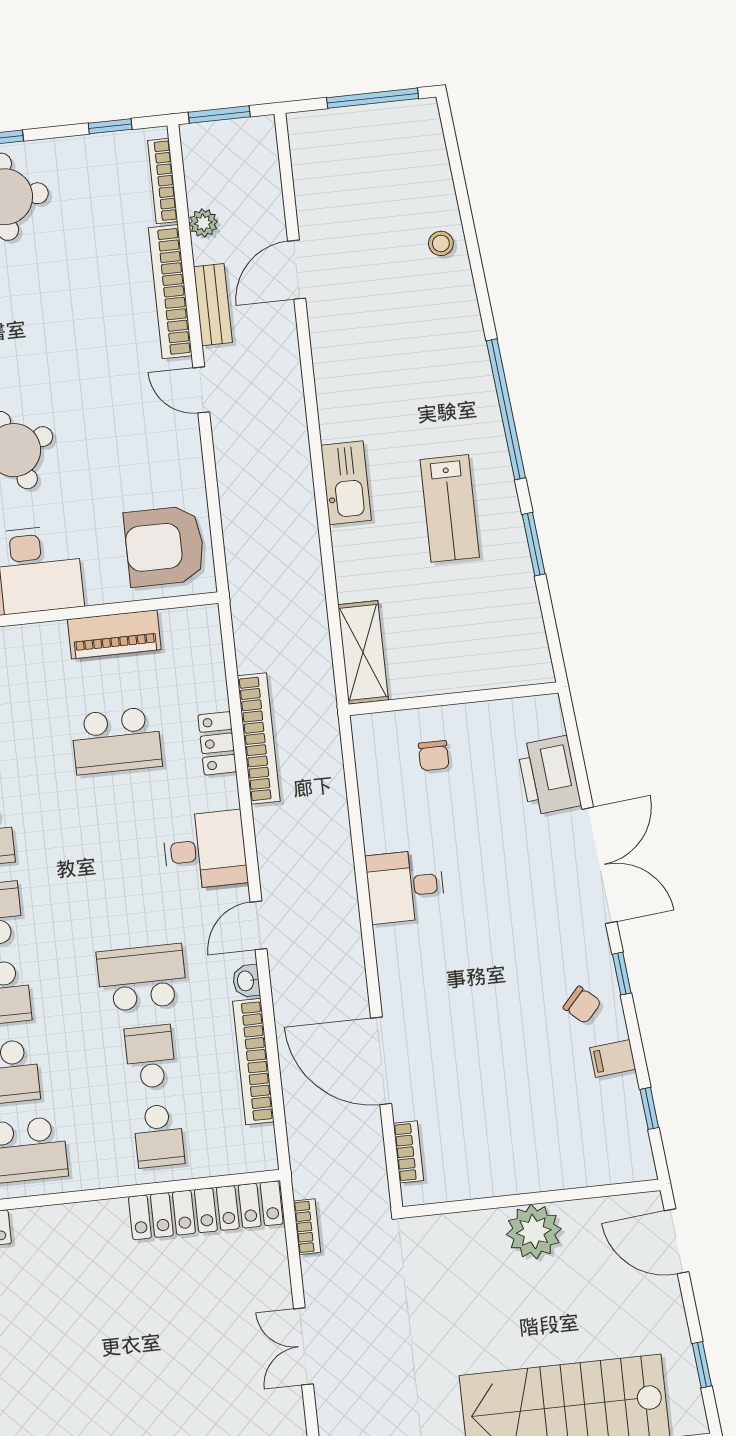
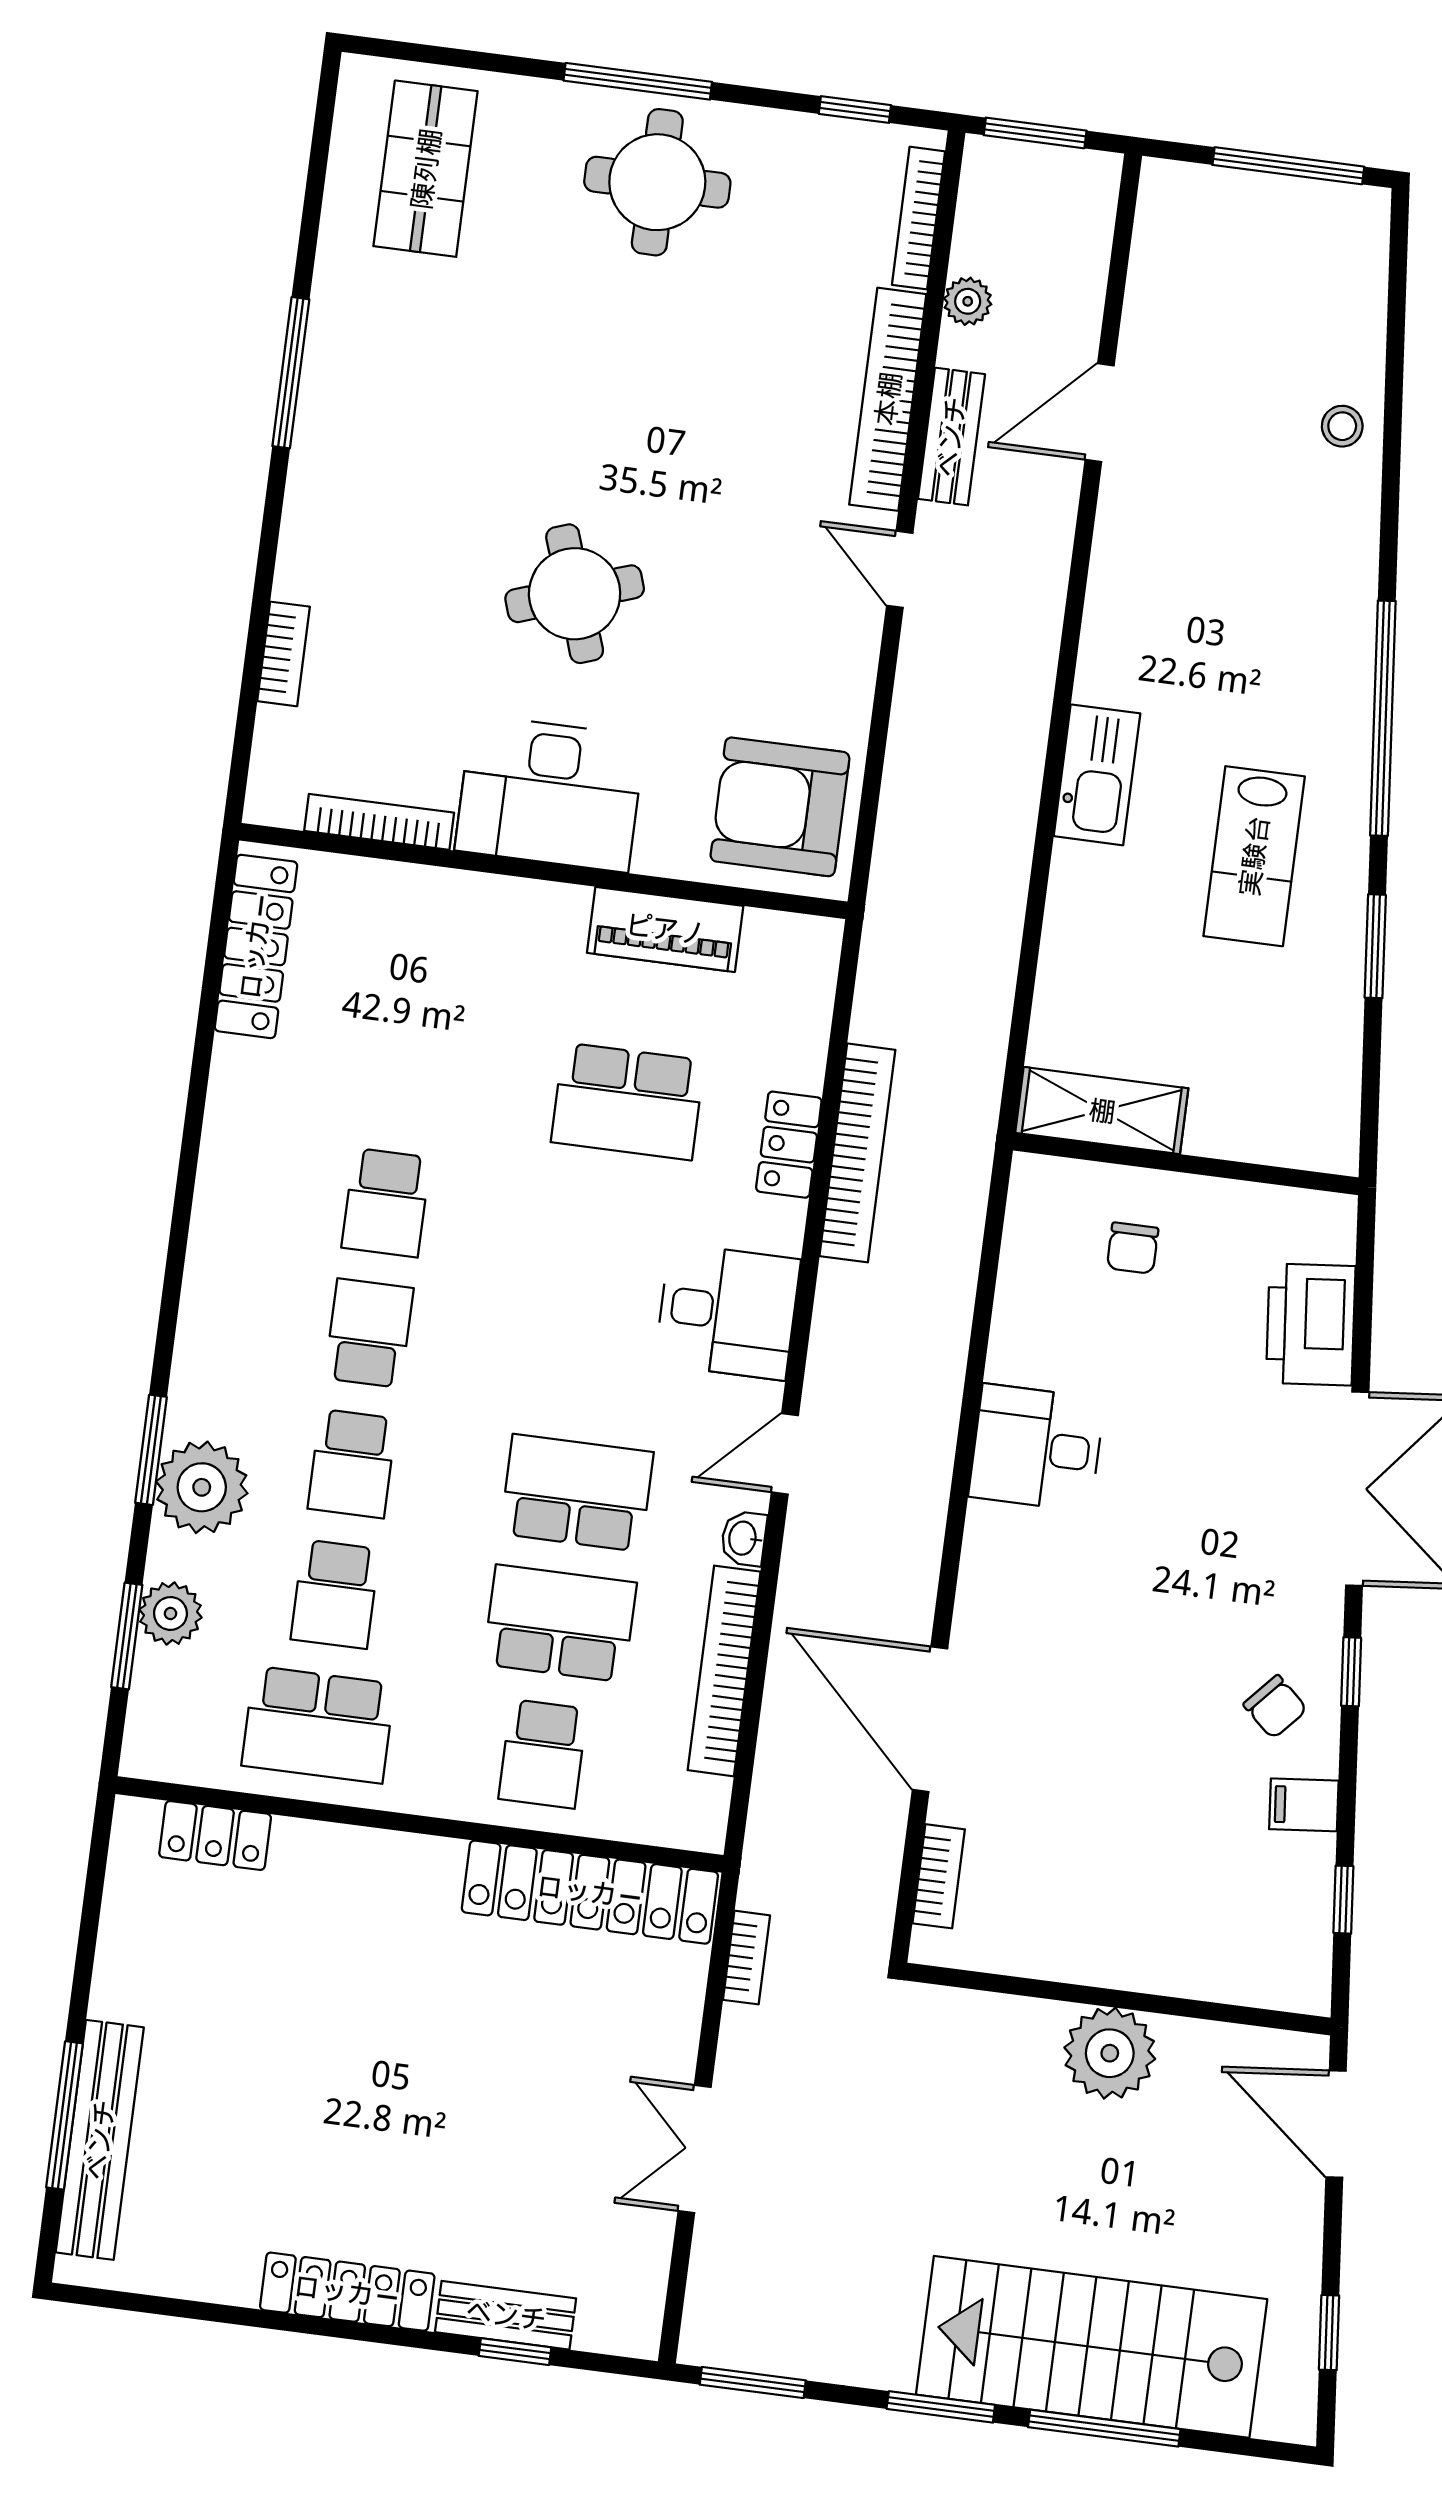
shelving: (363, 652) -> (1102, 1111), moved, turned 90
school desk: (150, 1057) -> (560, 1623), width x1.85

